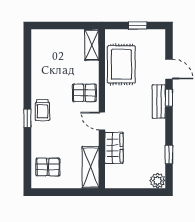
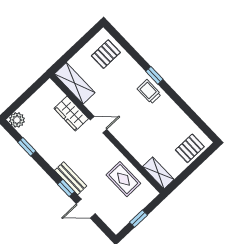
rug: (121, 64) -> (123, 179), width x0.73, depth x0.70
pallet: (84, 93) -> (190, 148), moved

